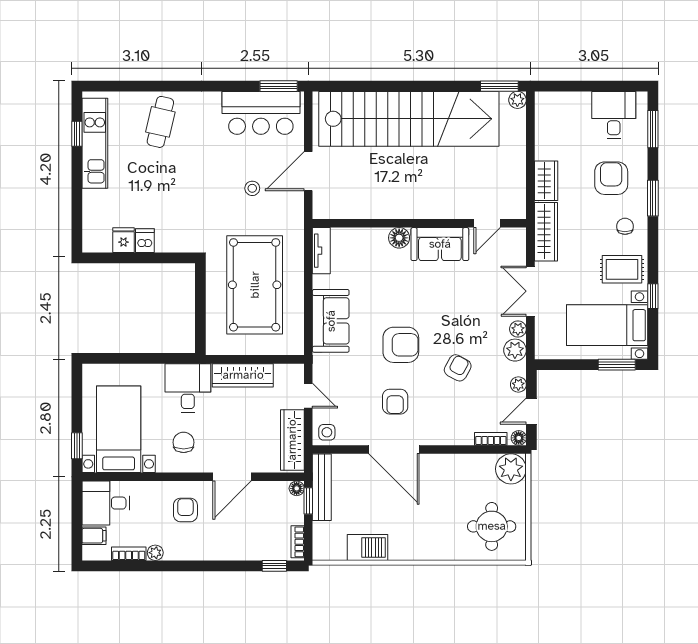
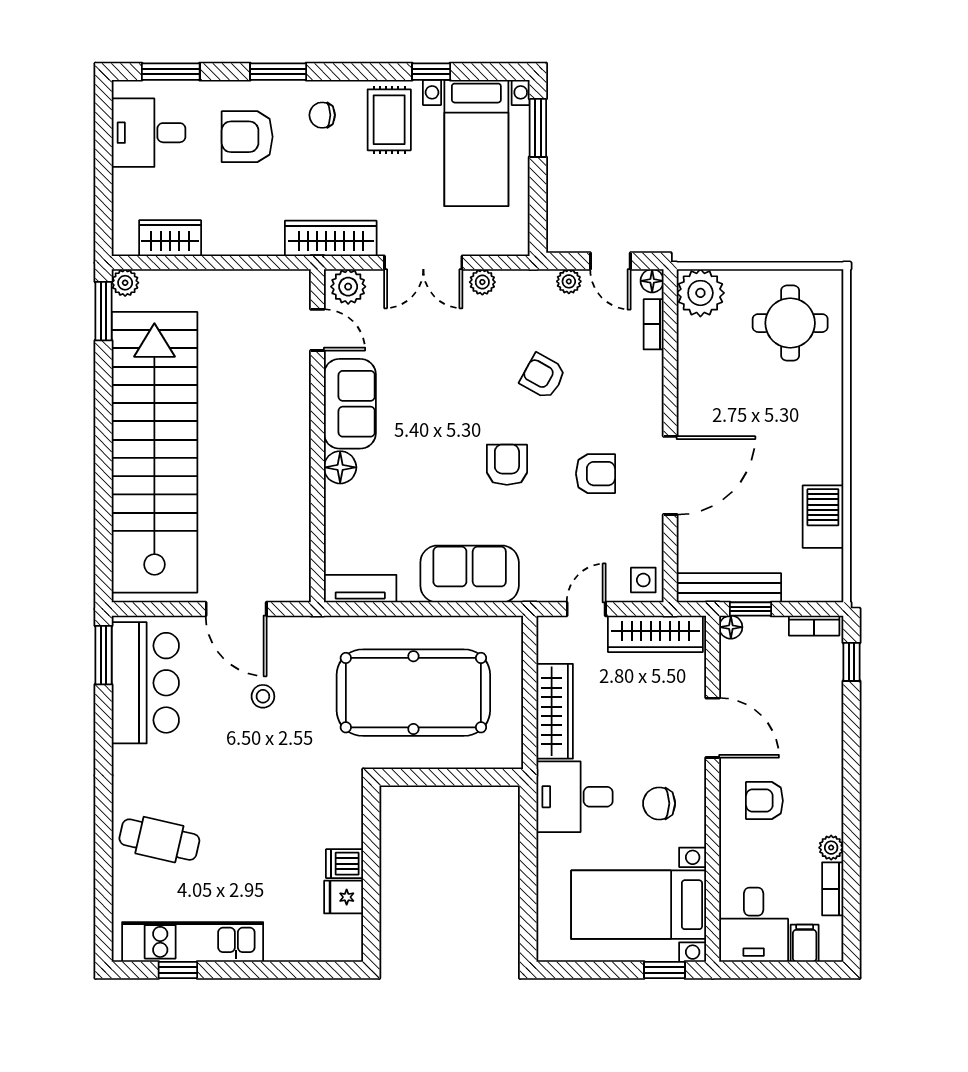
wardrobe: (546, 181) -> (170, 238), moved
armchair: (401, 345) -> (507, 465), width x0.72, depth x0.72
plant: (515, 350) -> (348, 287), moved

